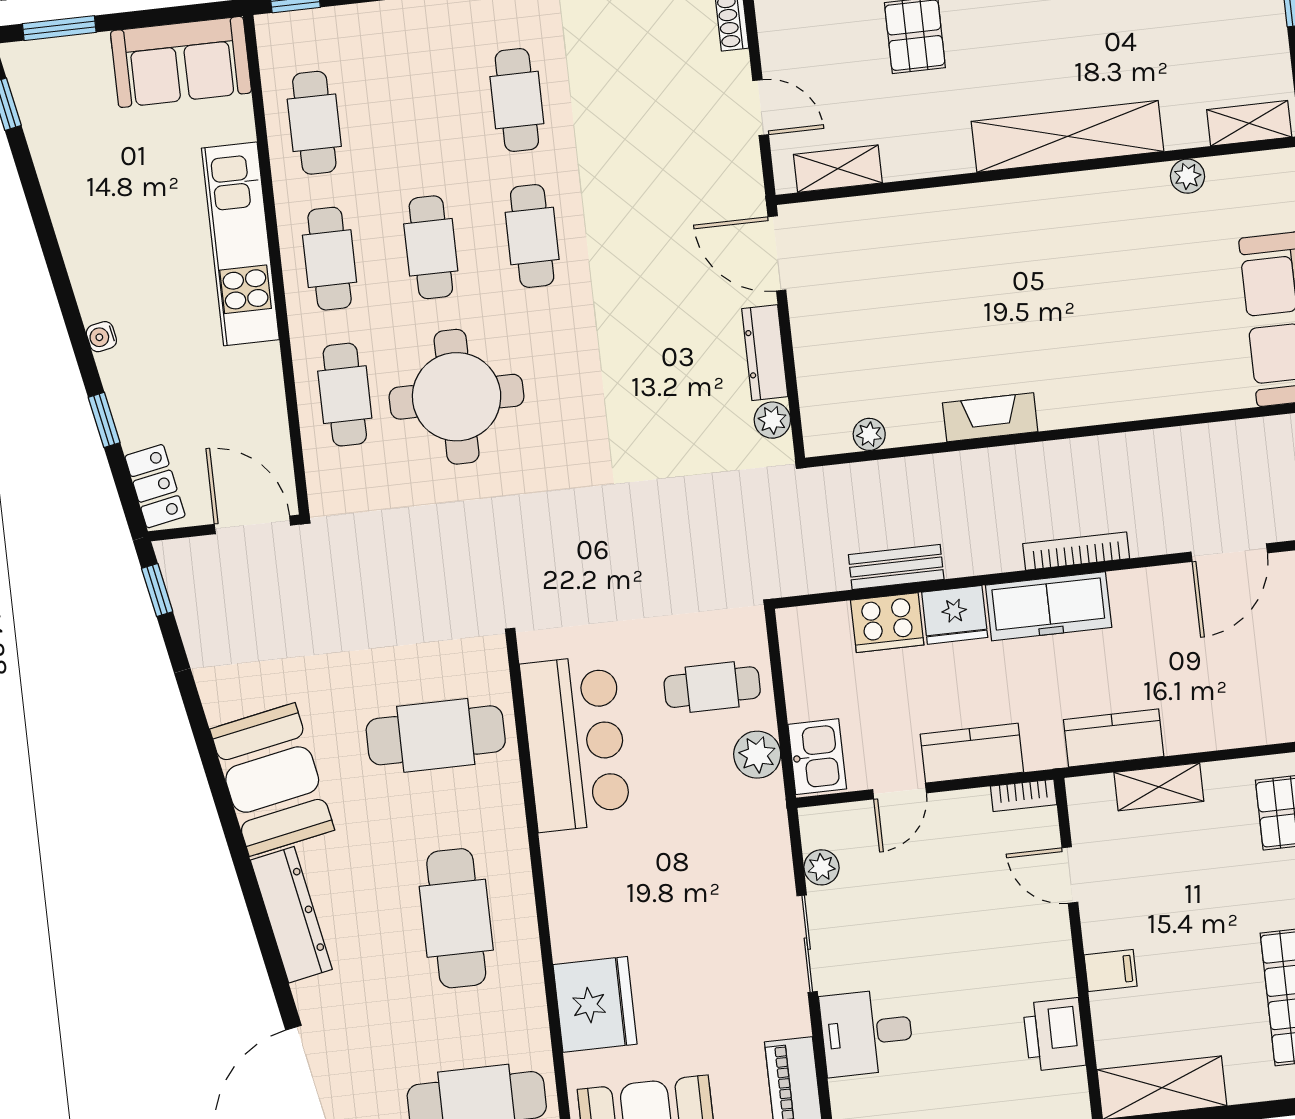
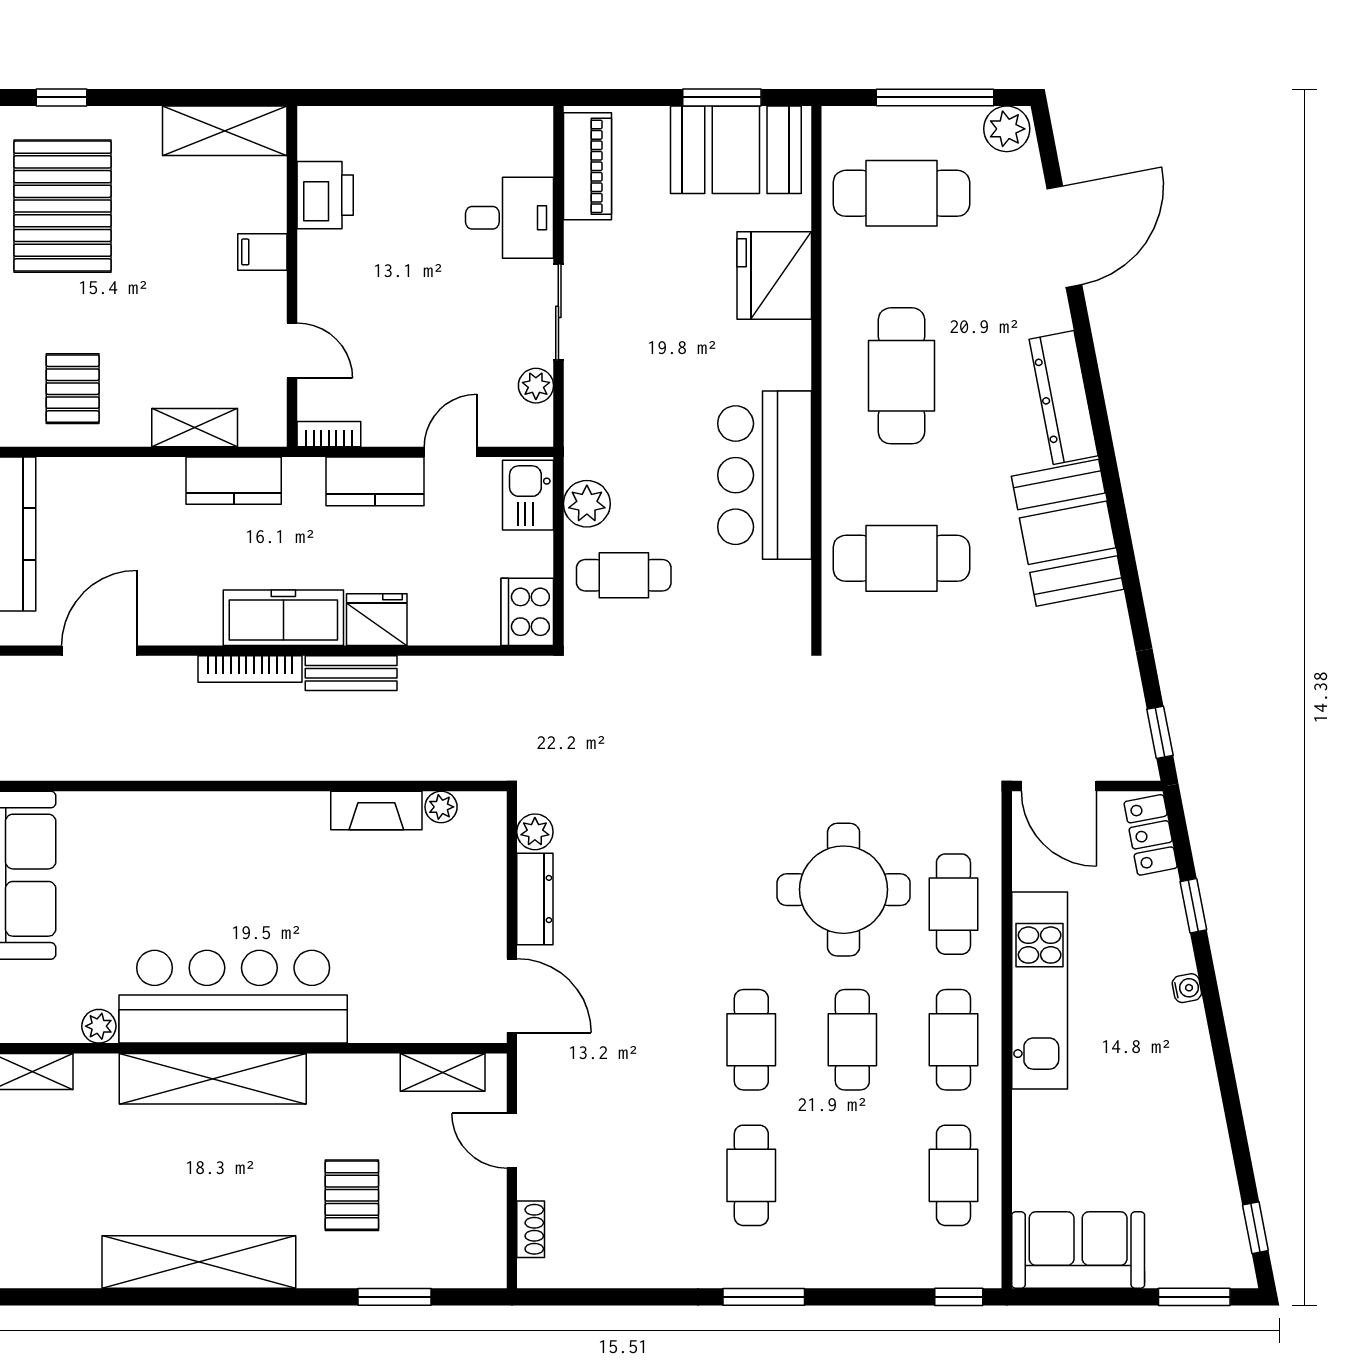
bar counter: (1056, 221) -> (233, 997), added
kitchen unit: (240, 244) -> (1040, 990), moved
fireplace: (990, 417) -> (376, 810), moved
bench: (896, 567) -> (351, 673), moved
cooker: (887, 623) -> (527, 612), moved, turned -90
bar counter: (576, 743) -> (765, 475), moved

